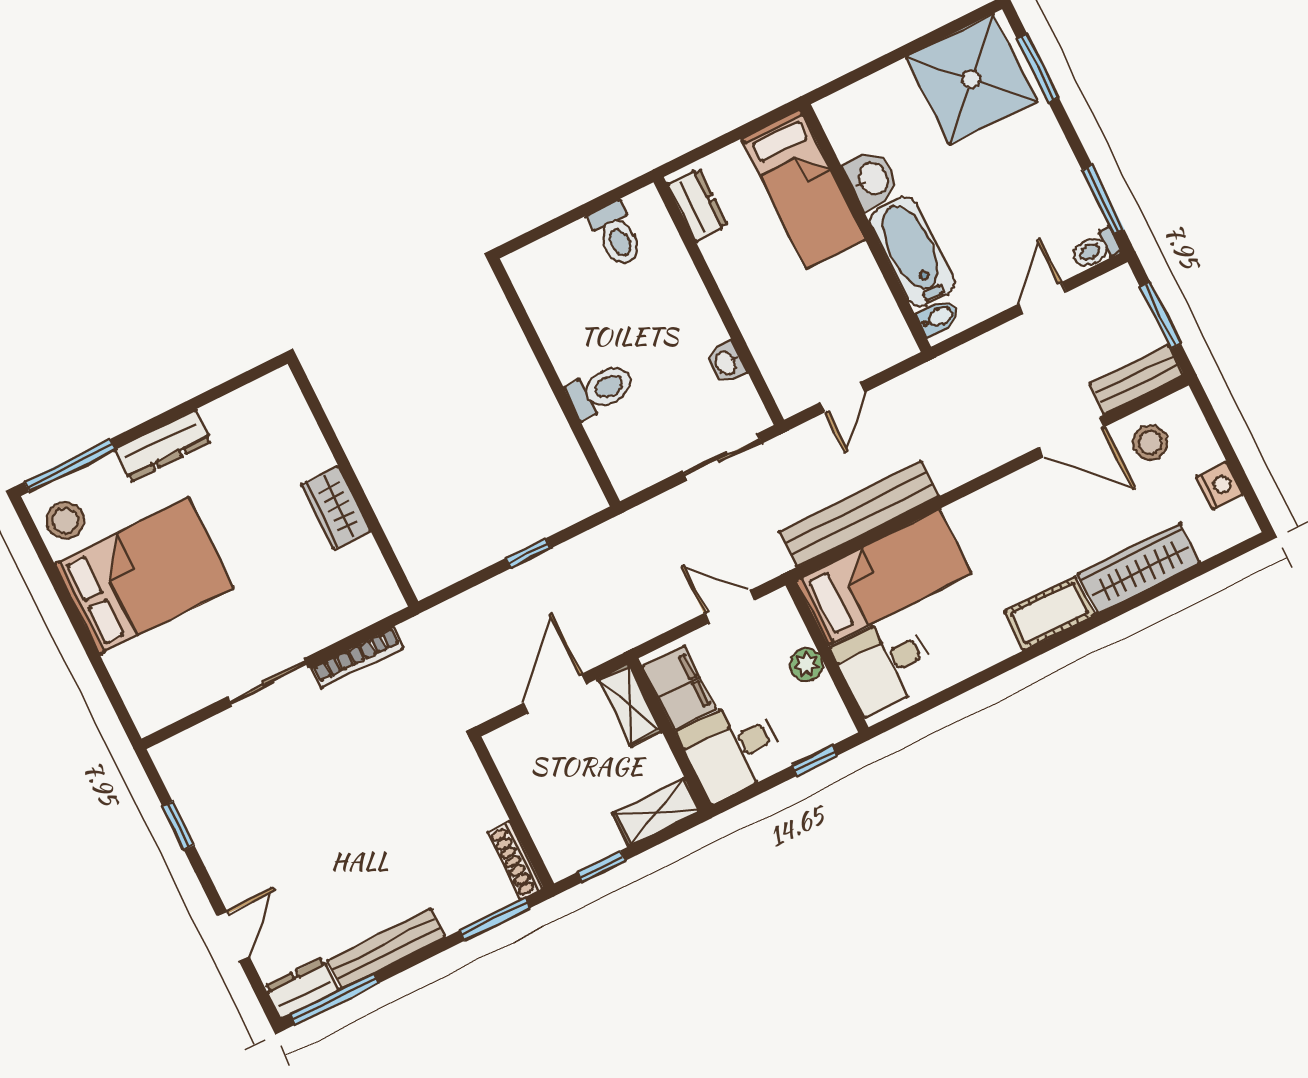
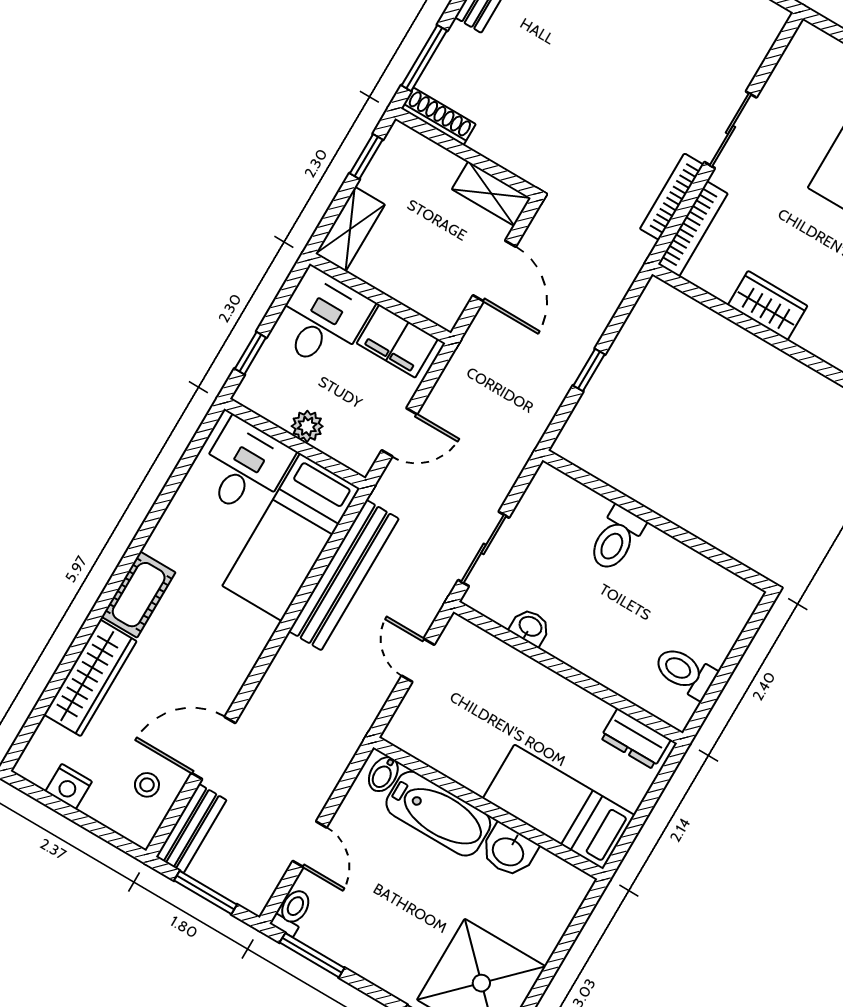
stool: (1150, 443) -> (147, 785), width x0.73, depth x0.73
bookcase: (357, 617) -> (693, 229), added
shelving: (630, 705) -> (491, 194), moved

